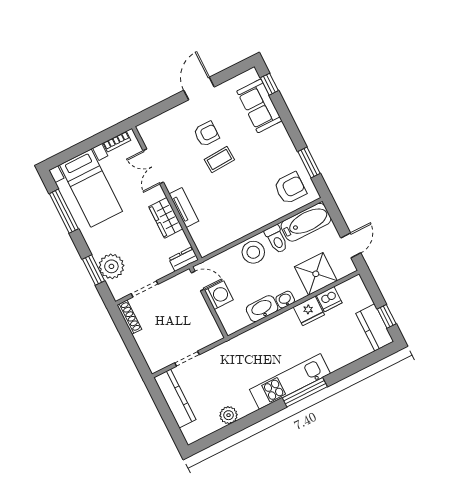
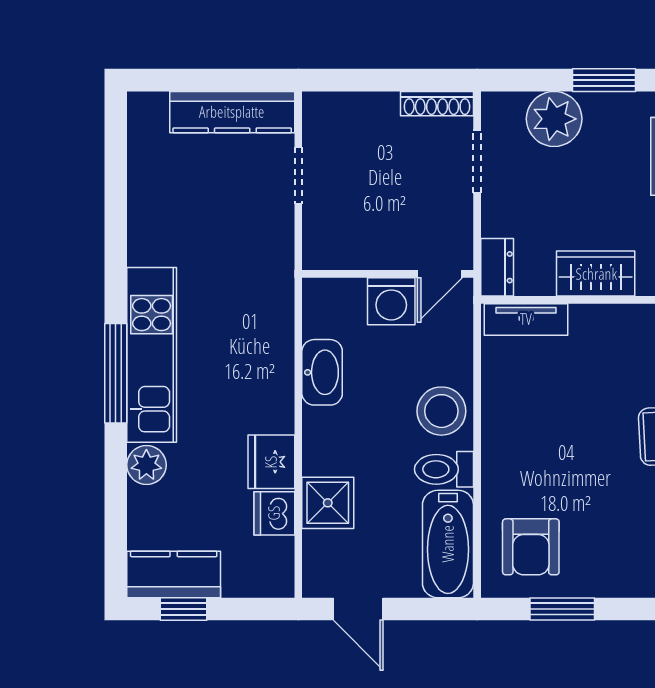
tv unit: (184, 207) -> (526, 319), moved
window: (93, 270) -> (604, 80), moved
shower: (316, 274) -> (328, 503), width x0.73, depth x0.73
washbasin: (285, 300) -> (317, 427), removed
plant: (229, 415) -> (146, 465), moved

